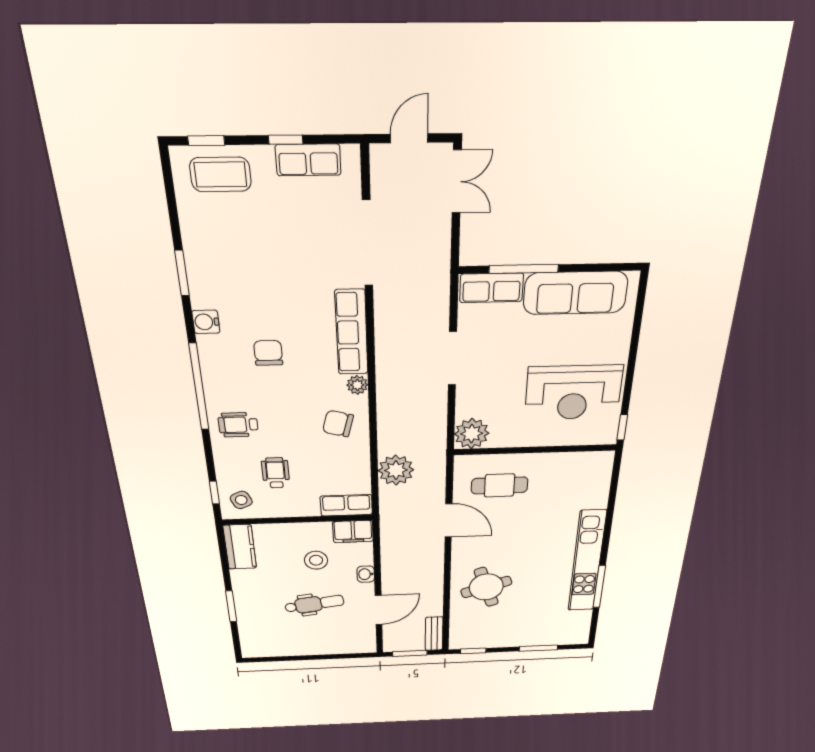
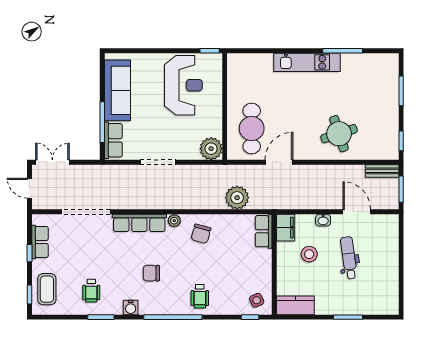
wheelchair: (276, 473) -> (91, 291), moved, turned -90
cafe table: (500, 485) -> (252, 129), width x1.37, depth x1.35
kitchen unit: (587, 562) -> (307, 62), width x0.73

